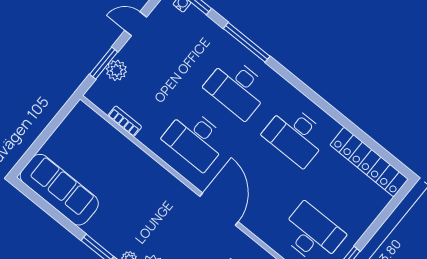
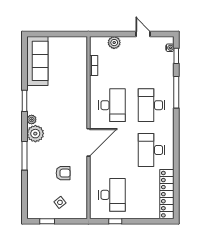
window: (104, 63) -> (113, 34), removed
desk: (195, 139) -> (112, 105), turned 180

